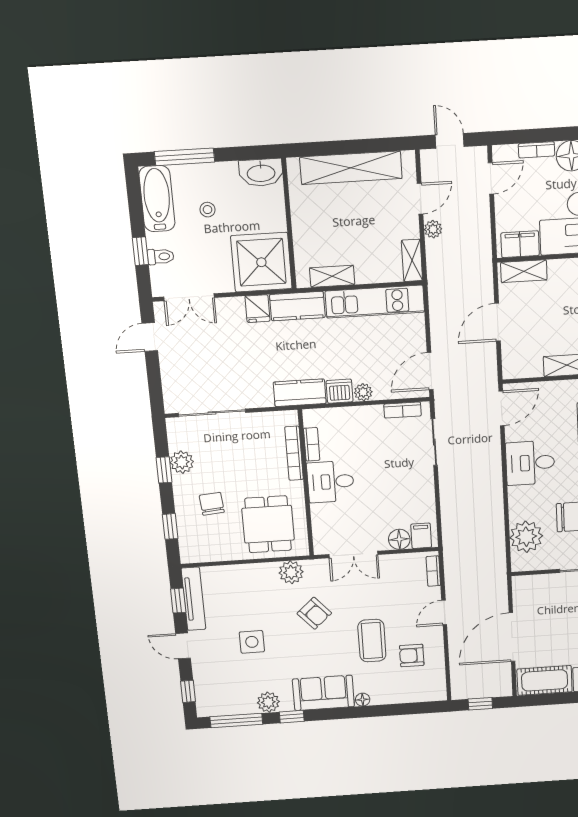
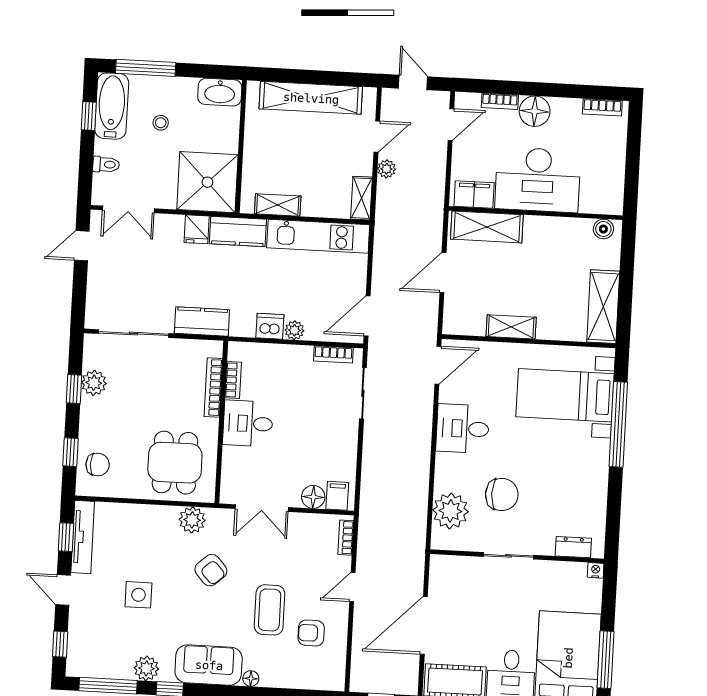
window: (140, 251) -> (89, 116), moved
shelving: (524, 271) -> (487, 227), width x1.50, depth x1.33
kitchen counter: (300, 393) -> (202, 322), moved
chair: (212, 504) -> (98, 464), moved, turned 95

